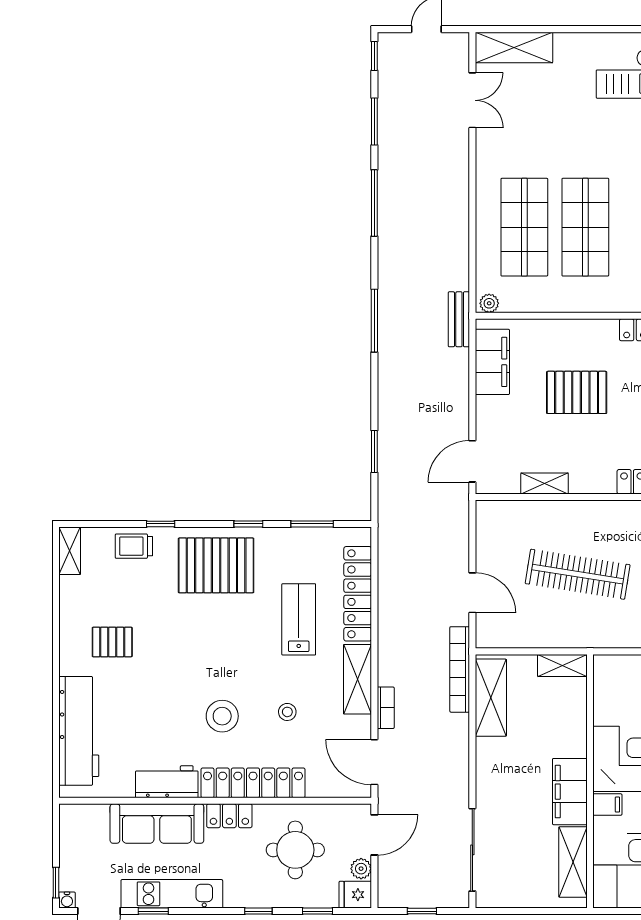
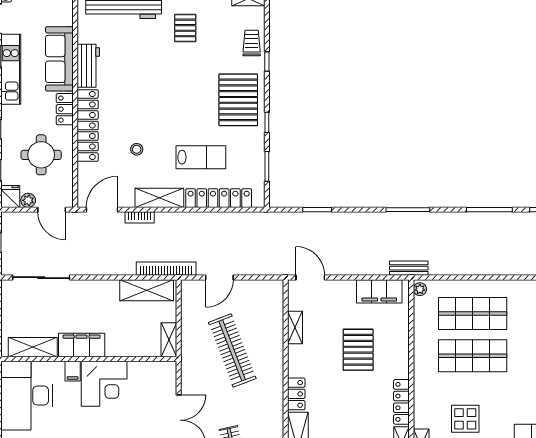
clothes rail: (578, 574) -> (232, 350), turned -30
stool: (222, 716) -> (134, 104), removed

